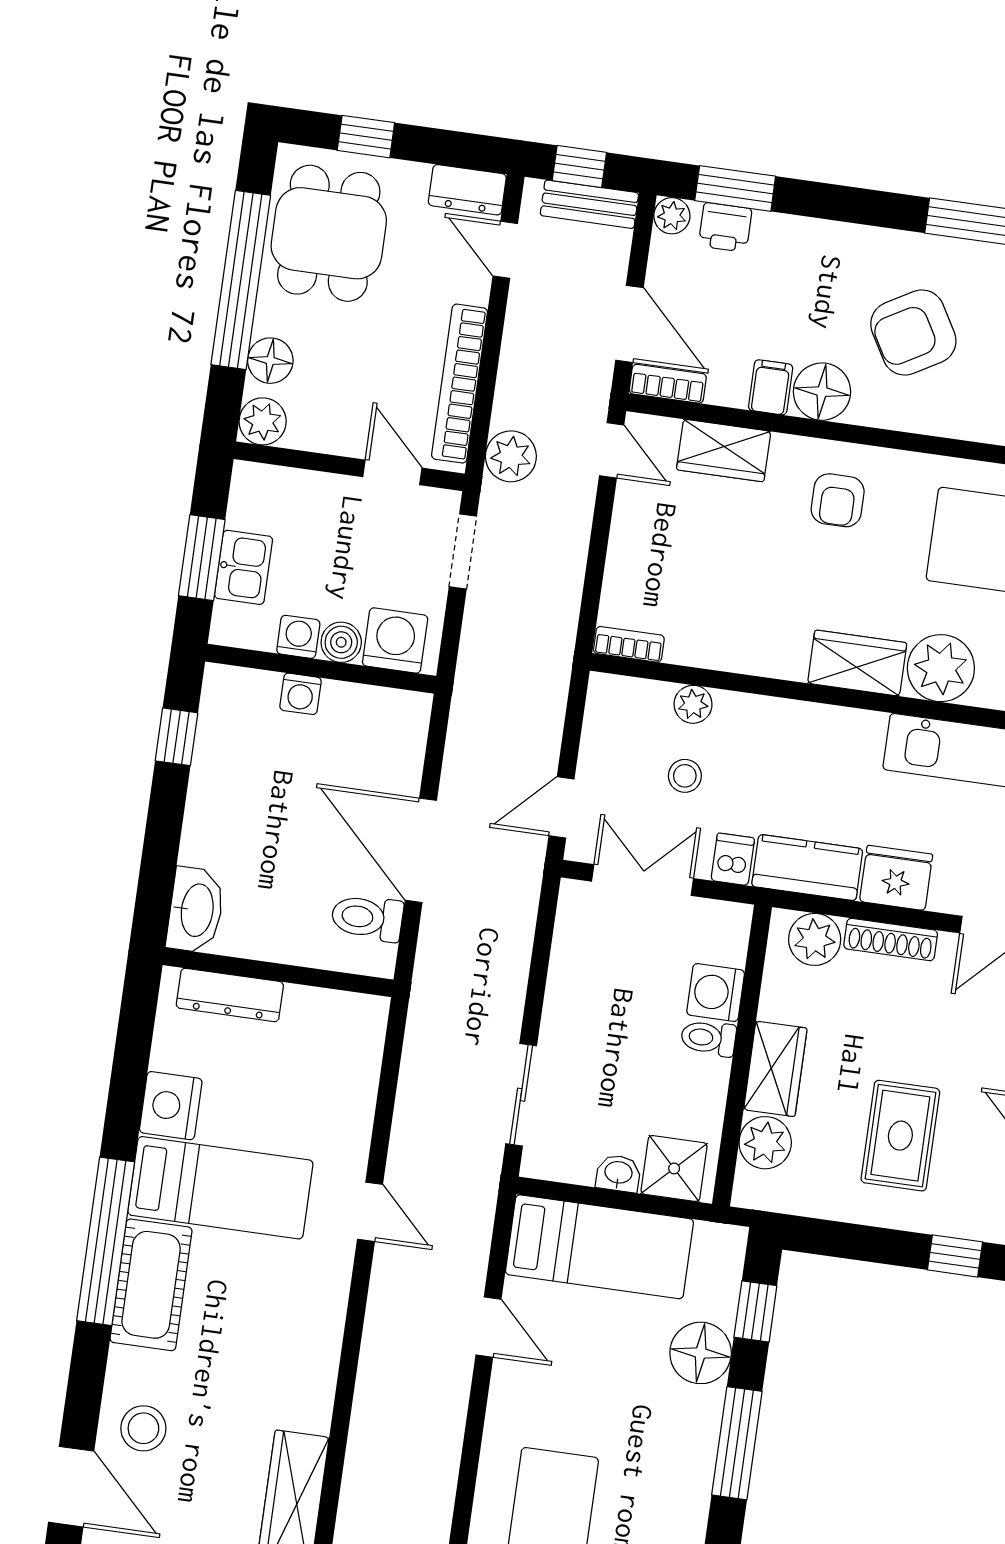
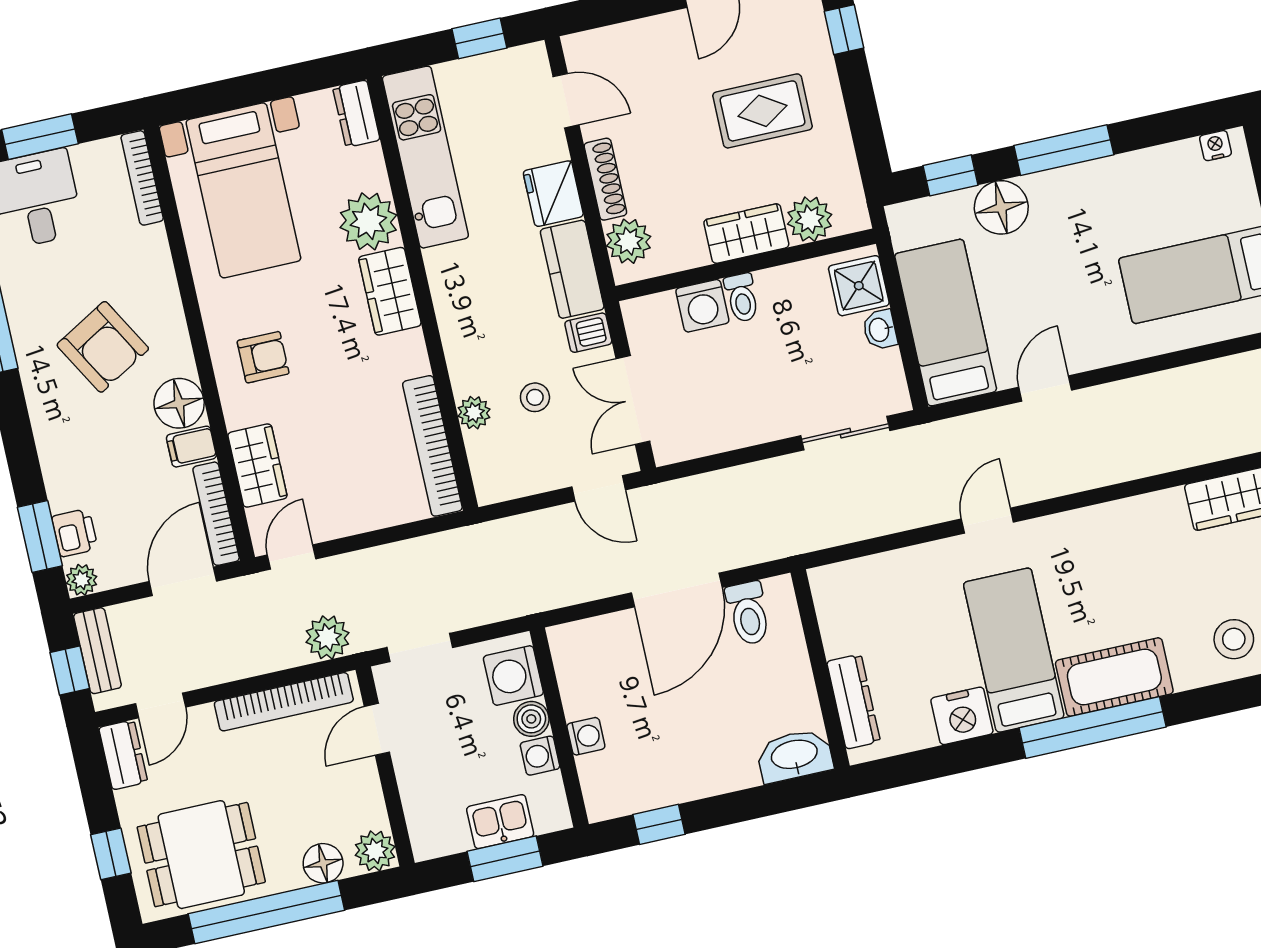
bookcase: (668, 384) -> (216, 514), width x1.56
bookcase: (629, 644) -> (432, 446), width x2.31, depth x1.31

